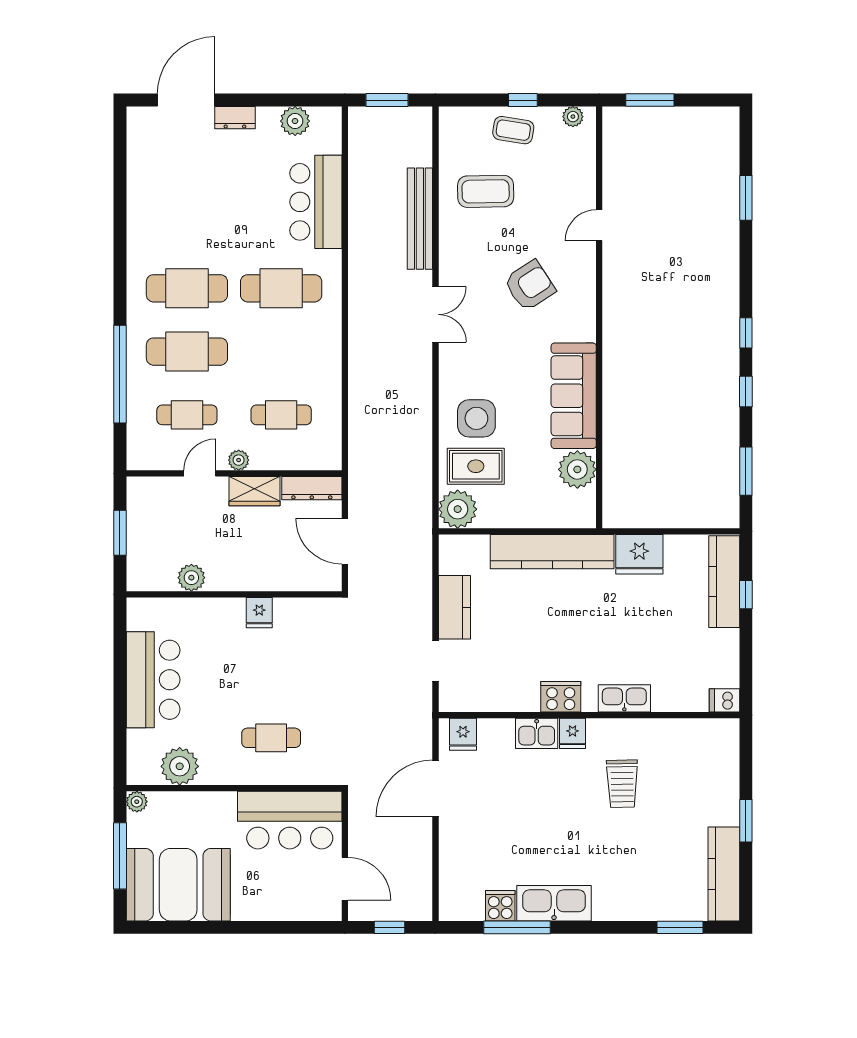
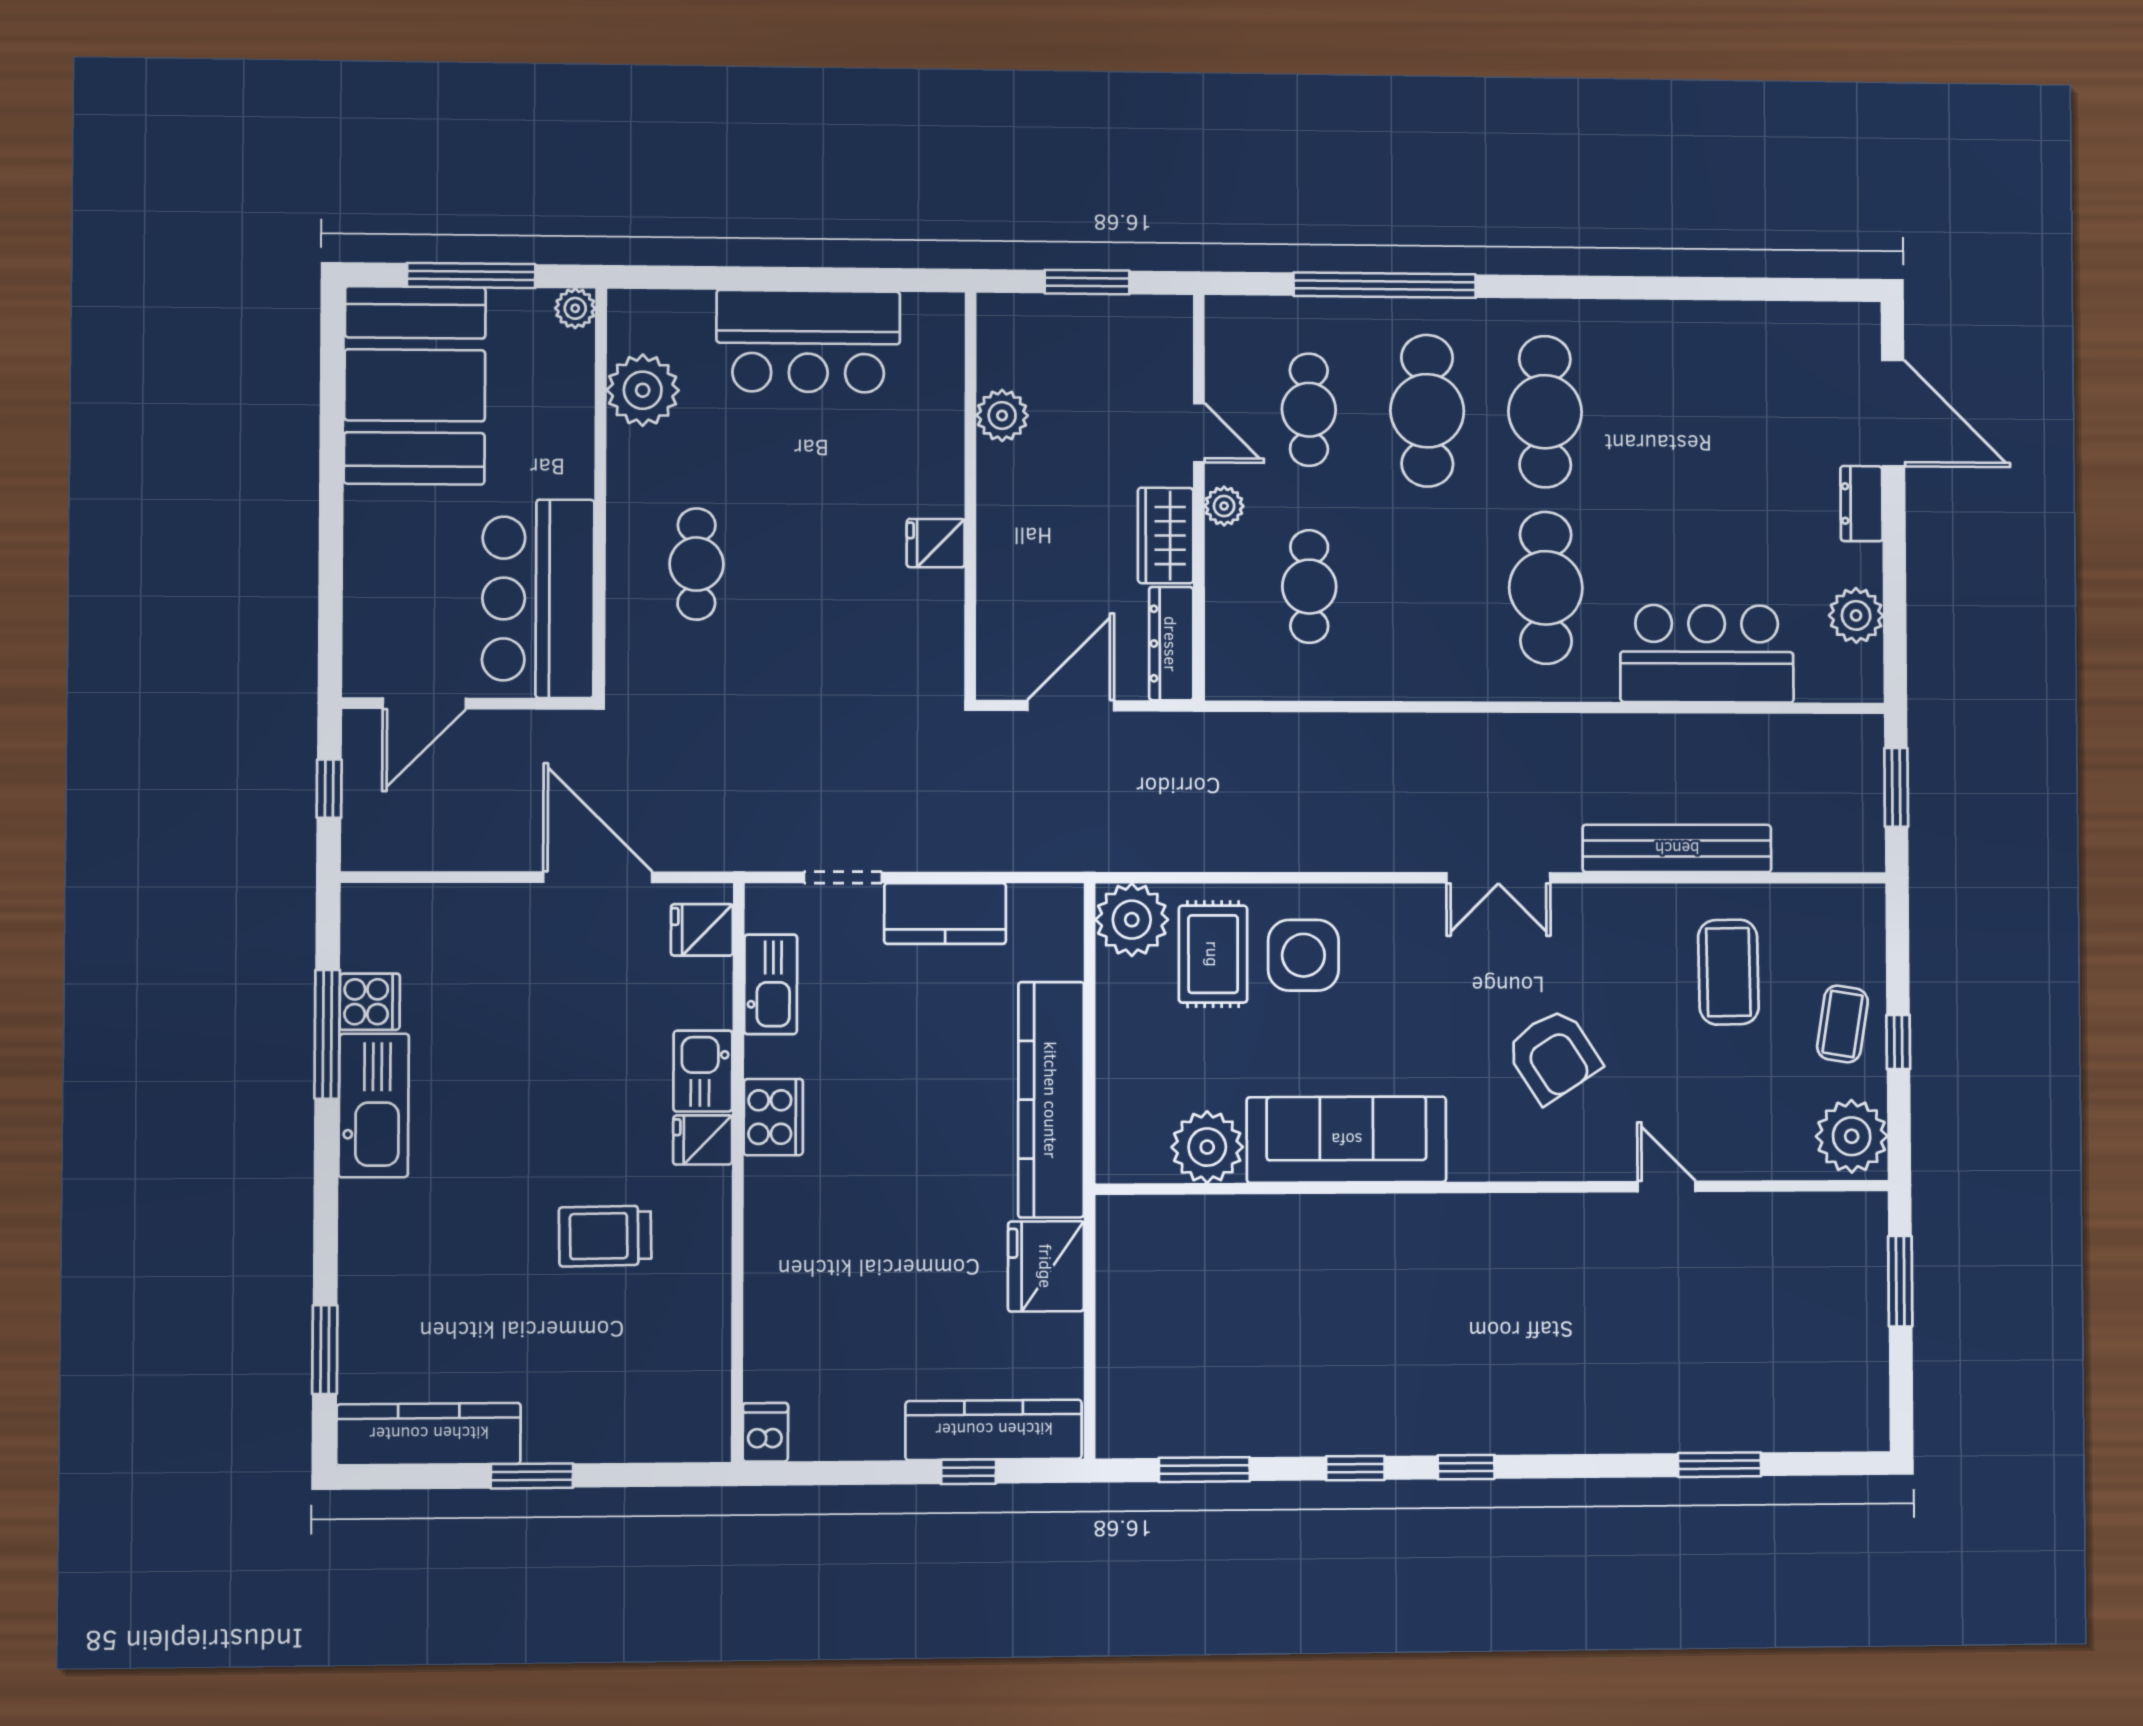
plant: (573, 117) -> (1852, 1136), width x1.87, depth x1.87
kitchen sink: (624, 698) -> (771, 984), moved

